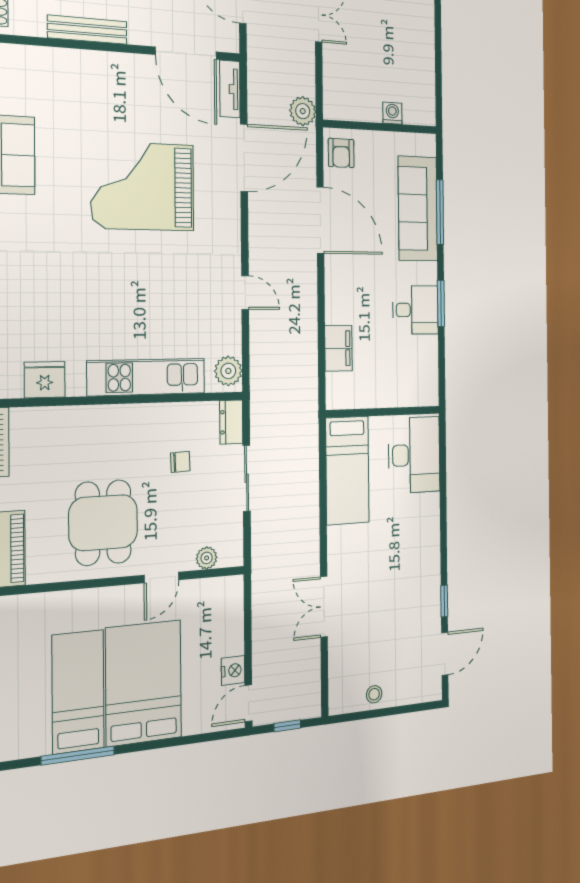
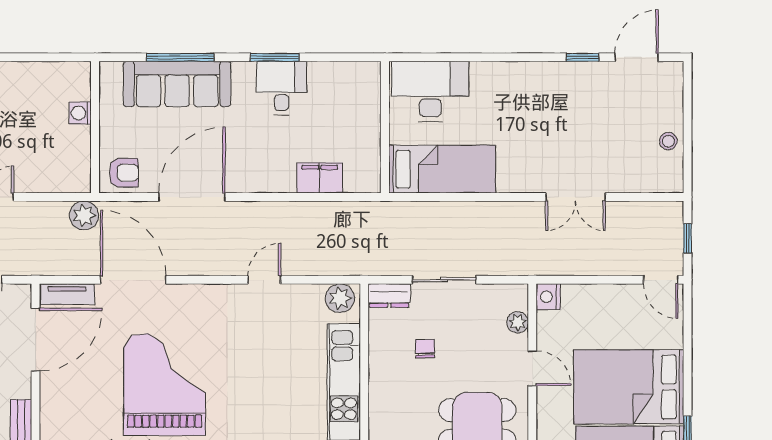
grand piano: (143, 186) -> (165, 384), turned 180
door: (445, 654) -> (637, 57), hinge flipped
nightstand: (233, 670) -> (548, 297), moved, turned -90

